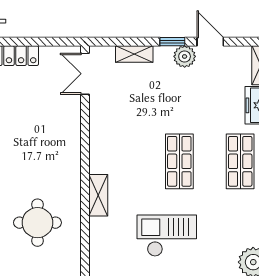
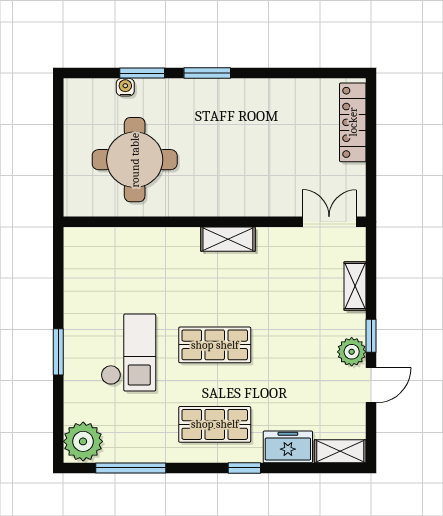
shelving: (98, 195) -> (228, 239), moved
round table: (37, 223) -> (135, 160), width x1.36, depth x1.36
checkout: (167, 236) -> (128, 353), moved

